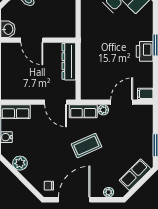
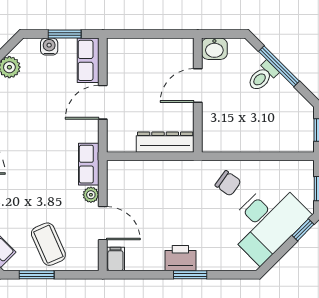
chair: (96, 20) -> (228, 183), added
door: (56, 102) -> (103, 102), moved
coffee table: (86, 146) -> (48, 244), moved

